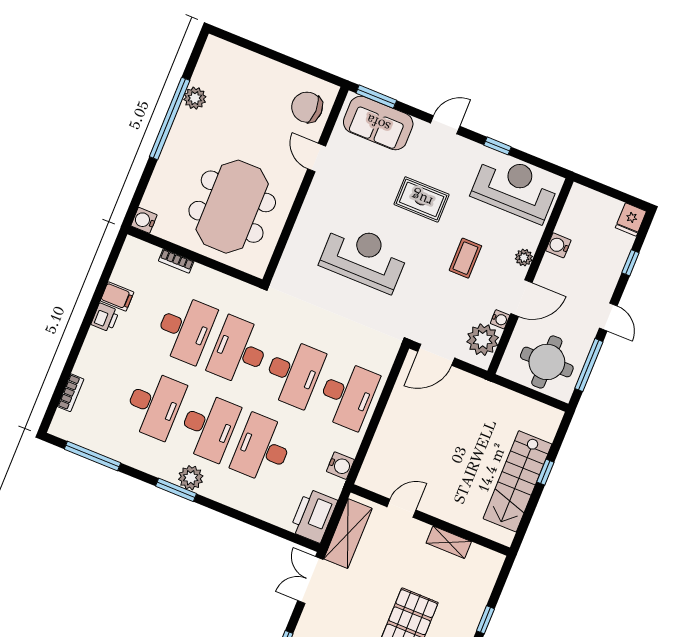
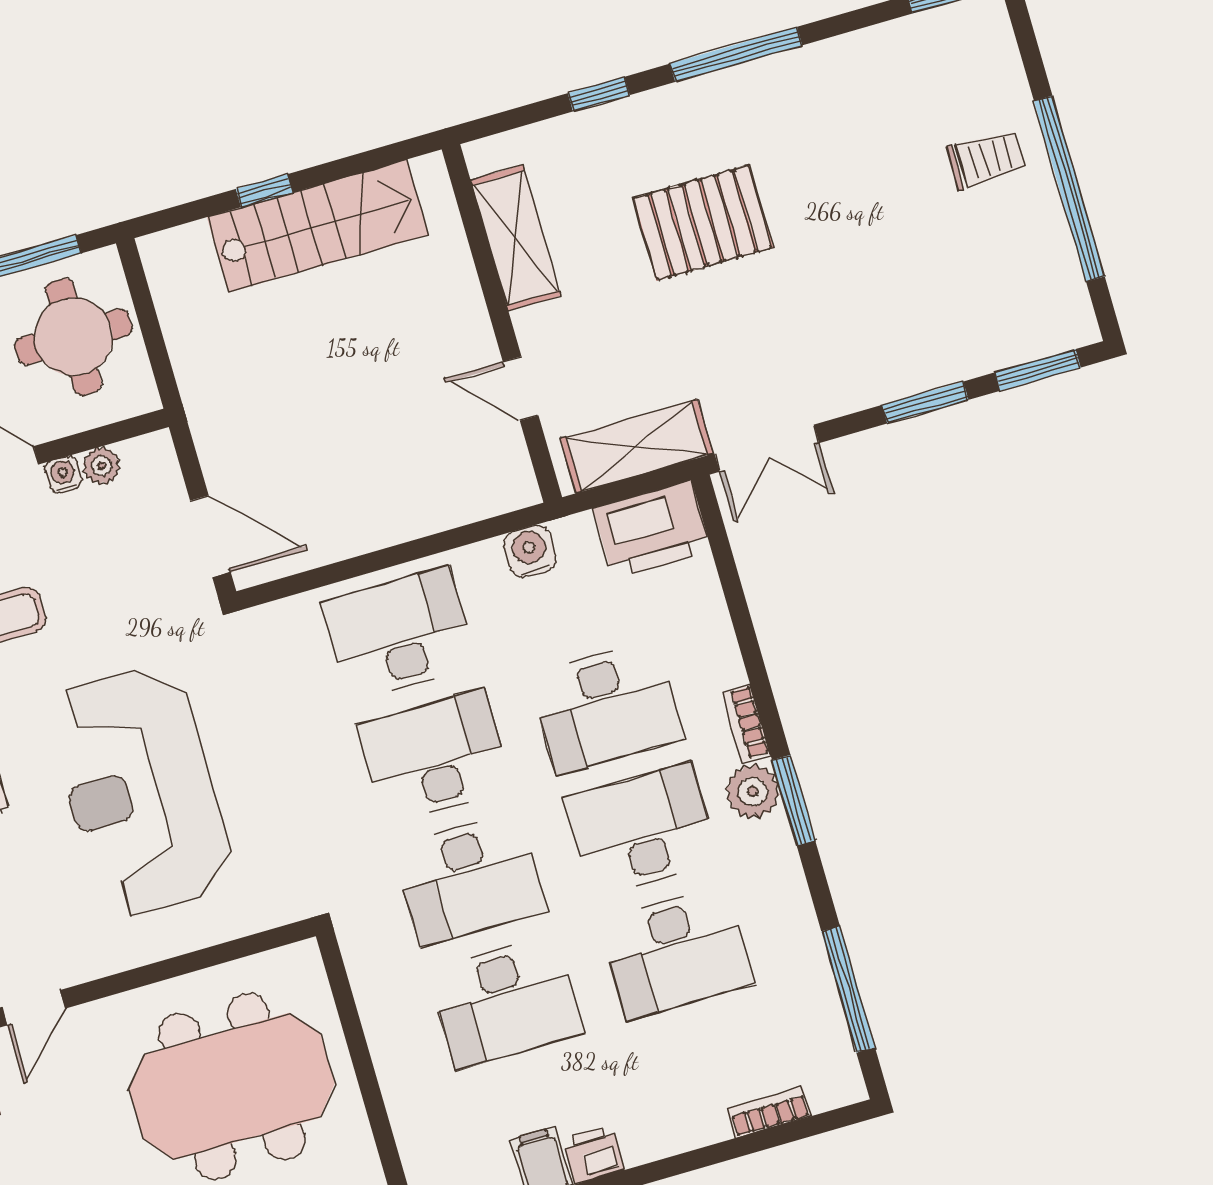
reception desk: (364, 257) -> (141, 792), width x1.36, depth x1.30
bookcase: (176, 261) -> (746, 723), moved, turned 180
desk: (185, 329) -> (505, 1002), turned 180
plant: (483, 340) -> (102, 466), width x0.53, depth x0.53
desk: (154, 405) -> (677, 952), turned 180
shelving: (449, 542) -> (515, 238), width x1.50, depth x1.33

